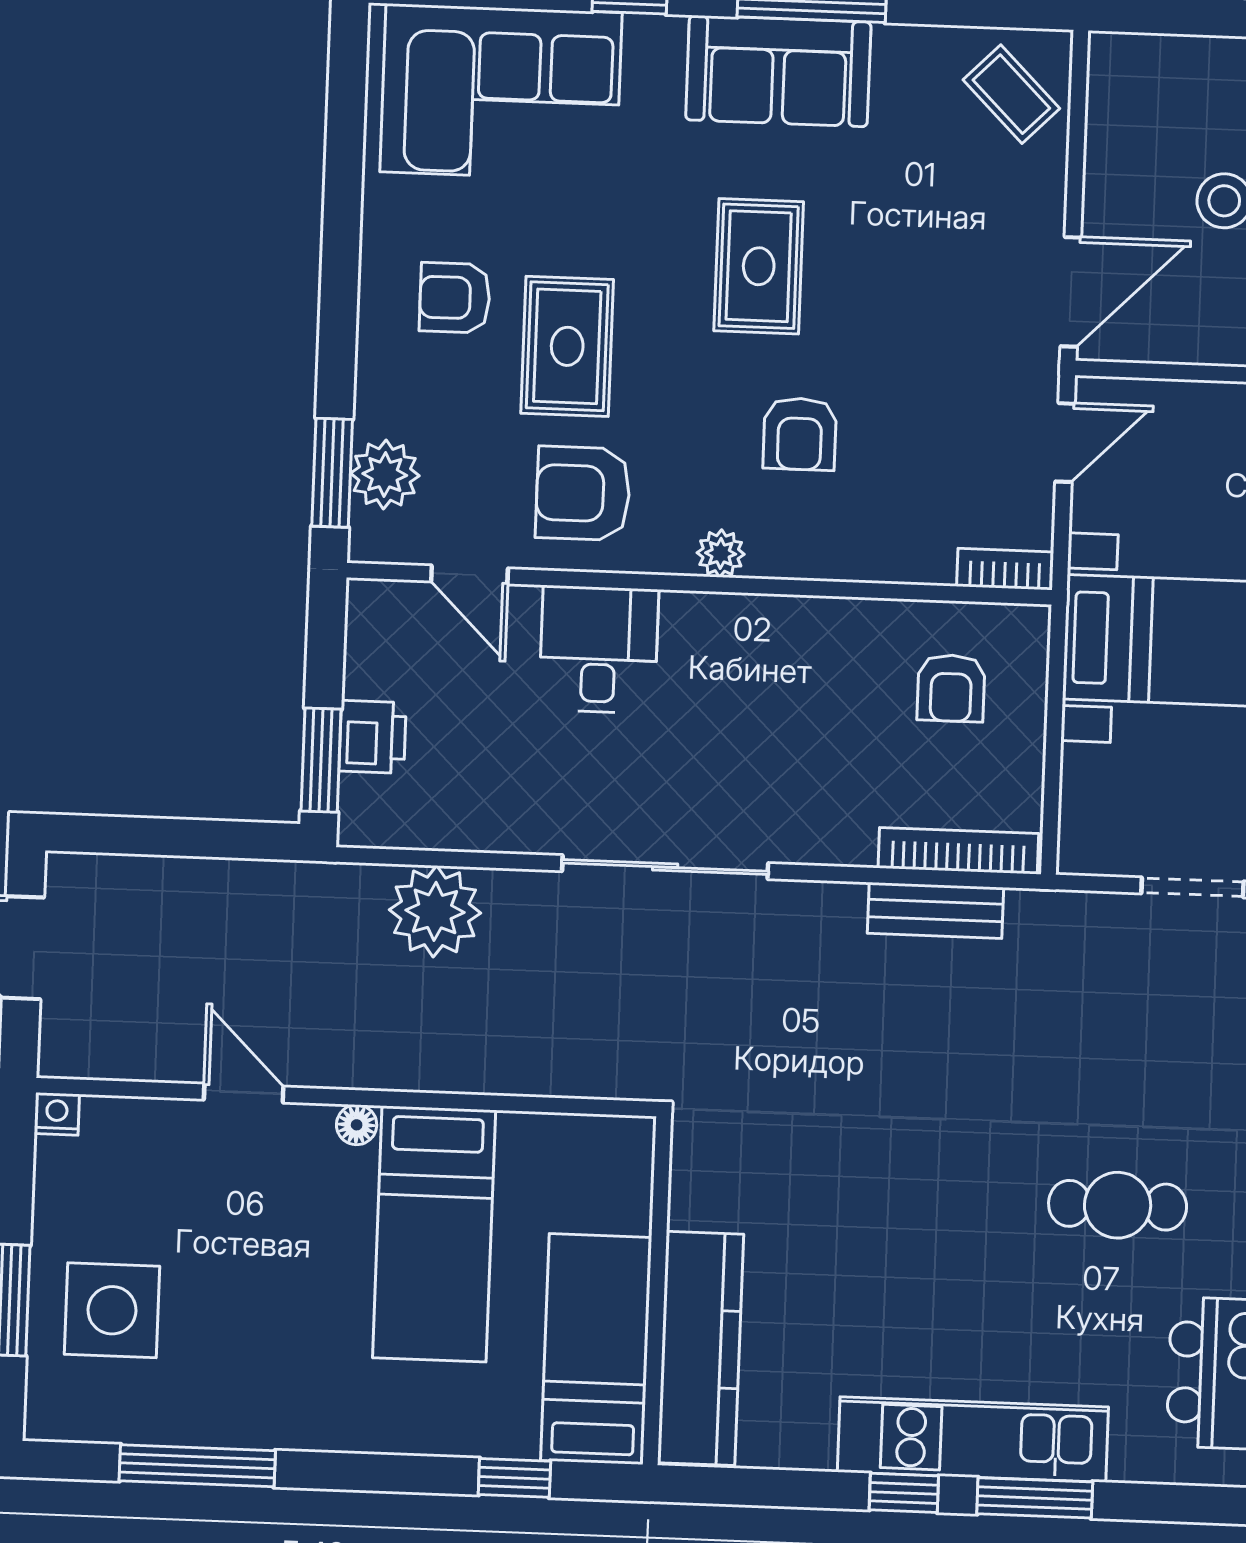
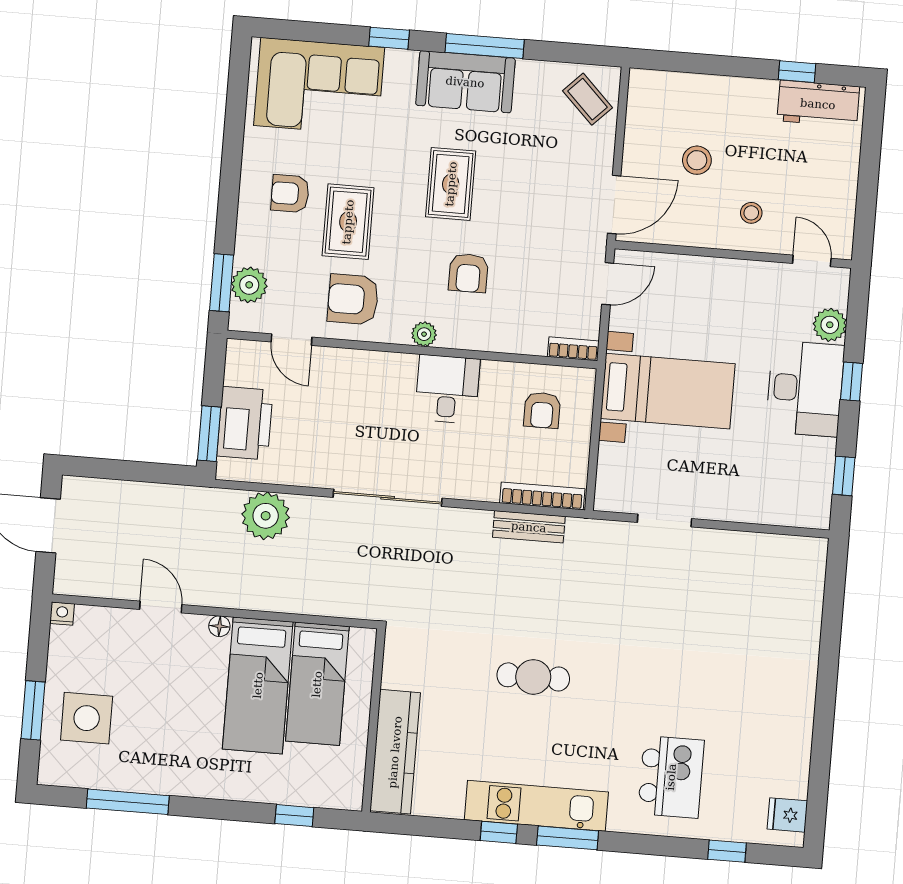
desk: (599, 649) -> (447, 389), moved
printer: (373, 737) -> (245, 423), width x1.87, depth x1.48
cafe table: (1118, 1205) -> (533, 677), moved
bed: (596, 1349) -> (317, 684), moved, turned 180

